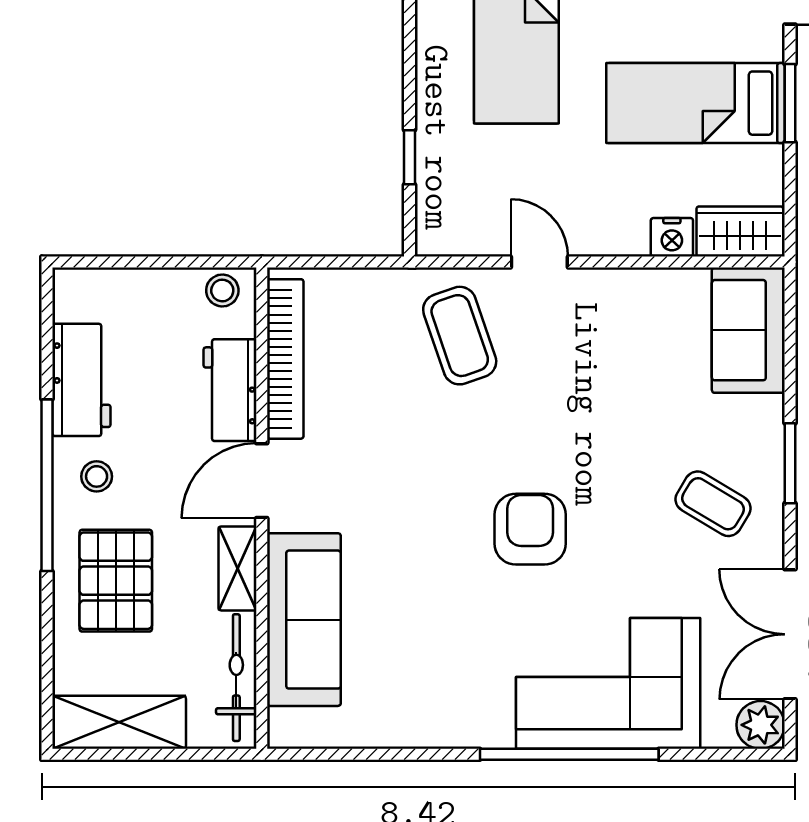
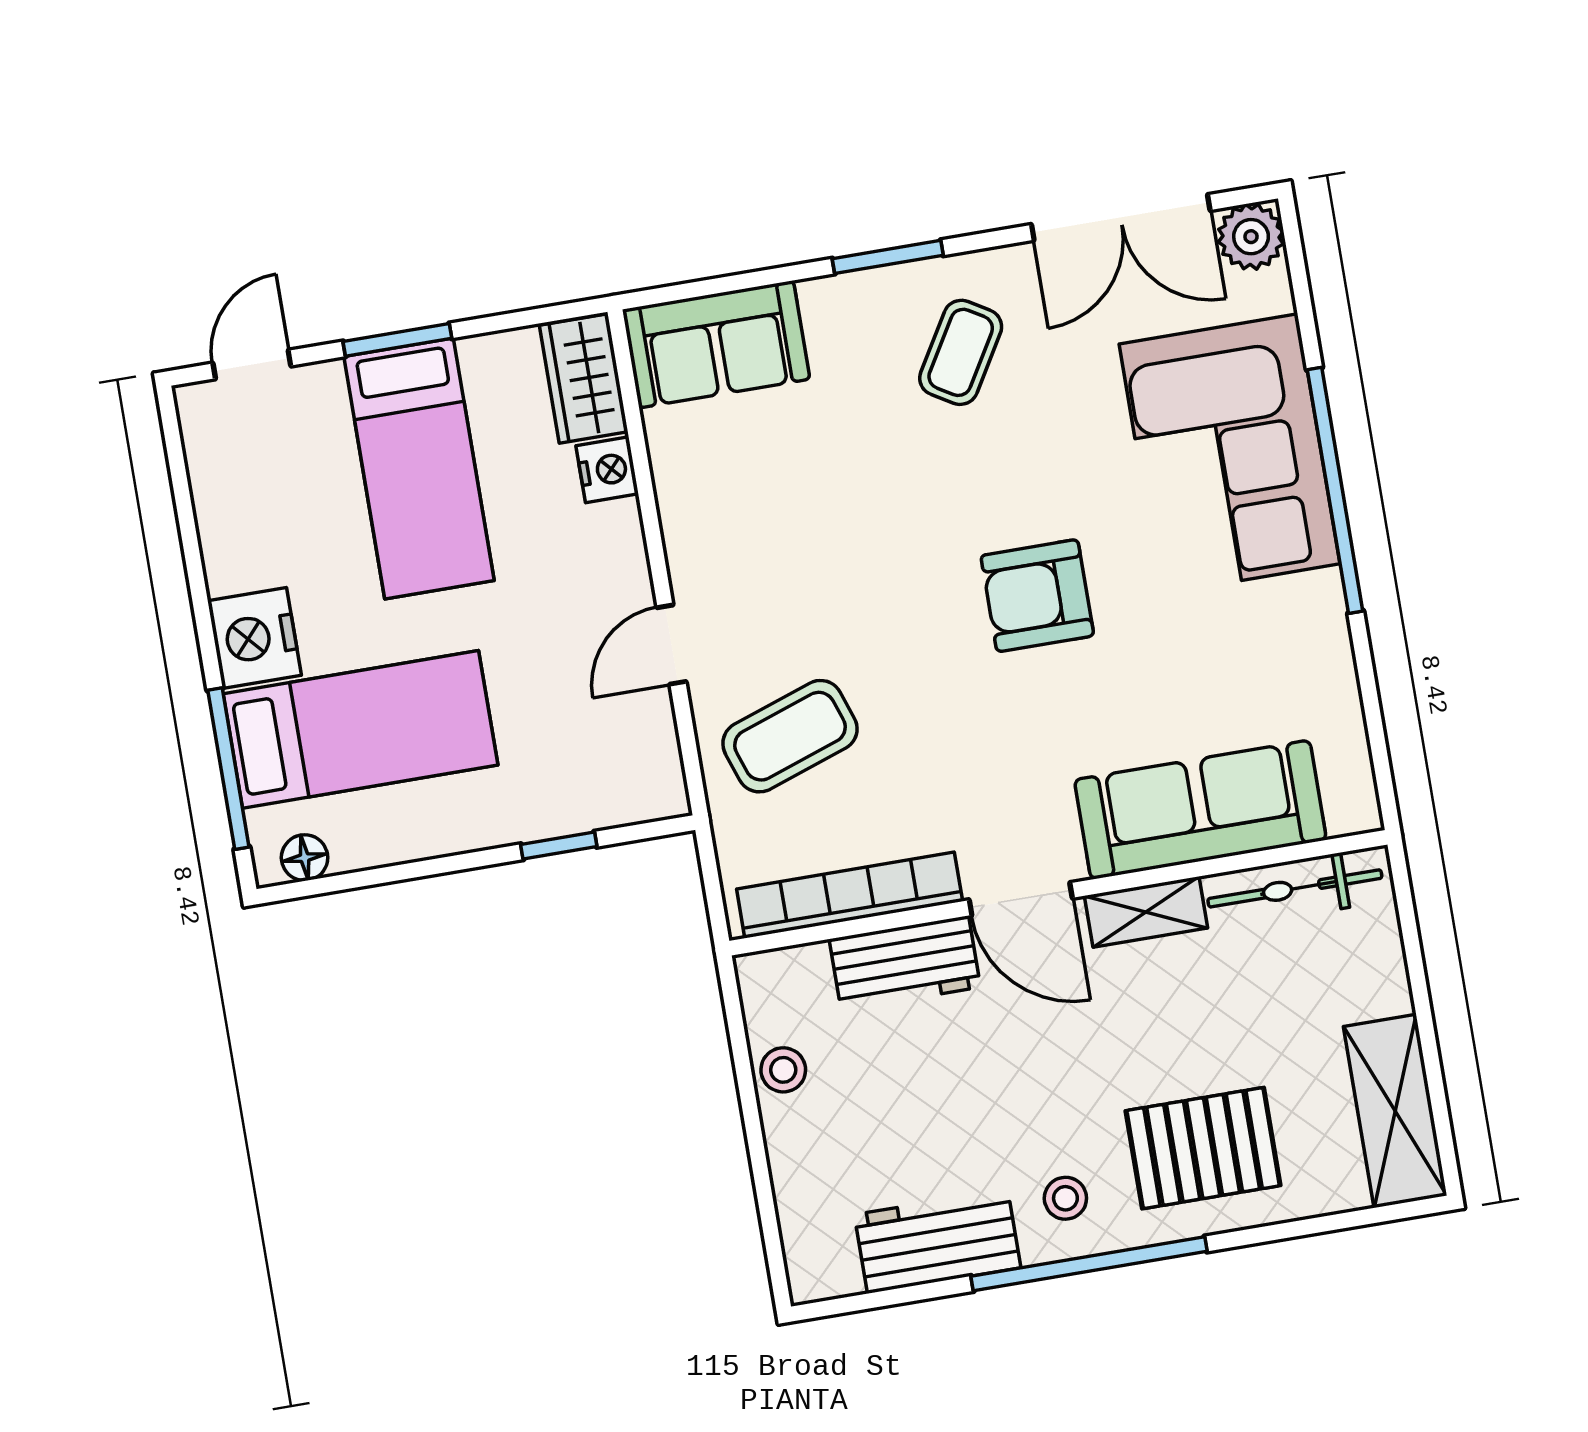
bookcase: (285, 359) -> (850, 895), moved
workbench: (230, 390) -> (905, 963), moved
door: (262, 481) -> (1021, 899), moved
wall: (262, 508) -> (1058, 893), moved
shelving: (238, 568) -> (1146, 912), moved
sofa: (304, 620) -> (1200, 810), moved
bicycle: (236, 678) -> (1295, 888), moved

